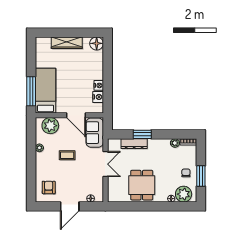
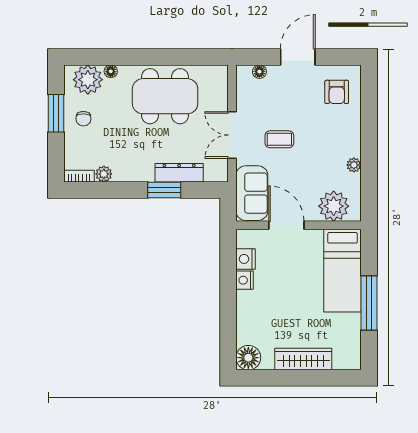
window: (31, 91) -> (369, 303), moved
coffee table: (67, 155) -> (279, 139), moved
dining table: (142, 185) -> (165, 96), width x1.38

